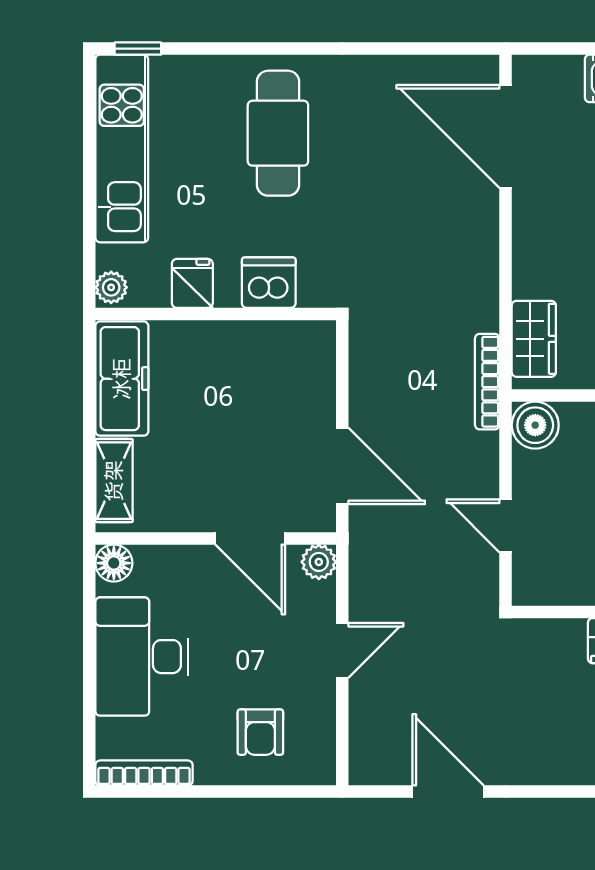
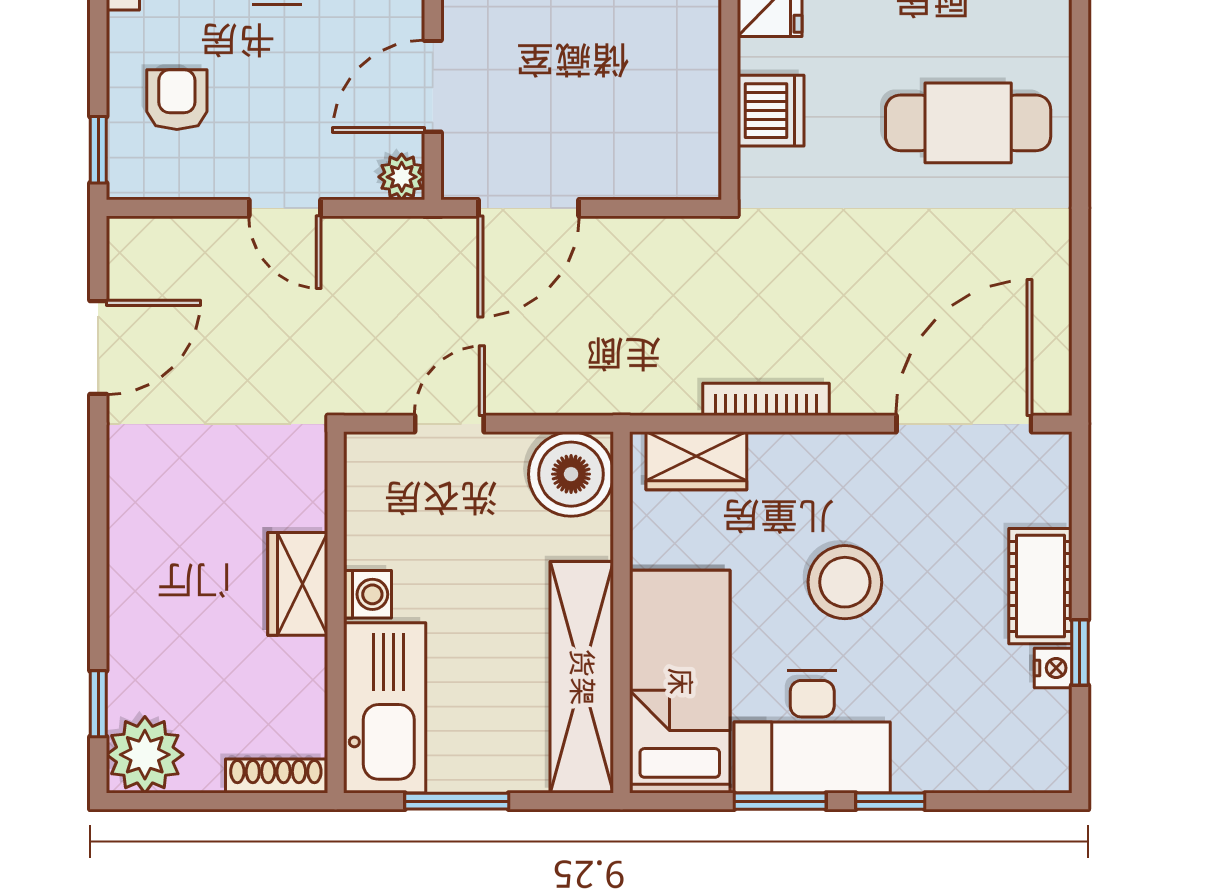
bookcase: (487, 382) -> (766, 399), moved
boiler: (535, 425) -> (571, 474), width x1.37, depth x1.37
armchair: (260, 732) -> (177, 100), turned 90
window: (298, 792) -> (98, 150), added

